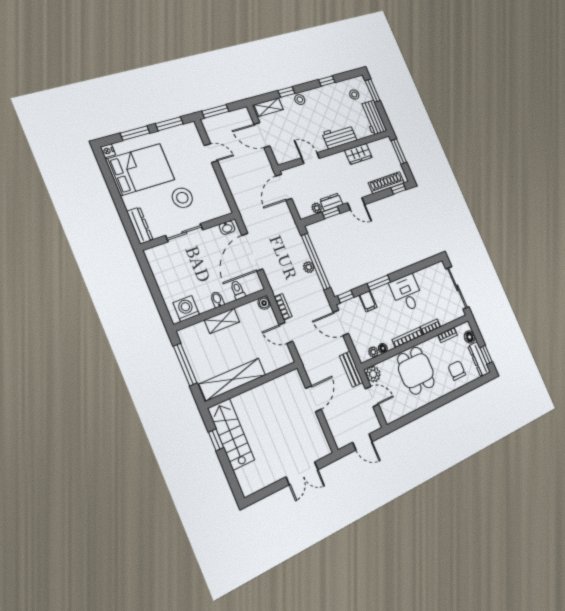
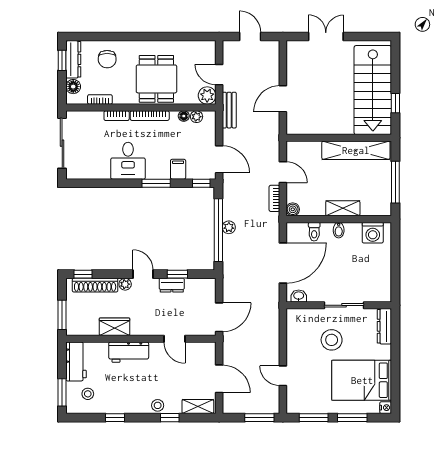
plant: (317, 208) -> (125, 284), moved
stairs: (231, 434) -> (373, 90), width x1.36, depth x1.51

